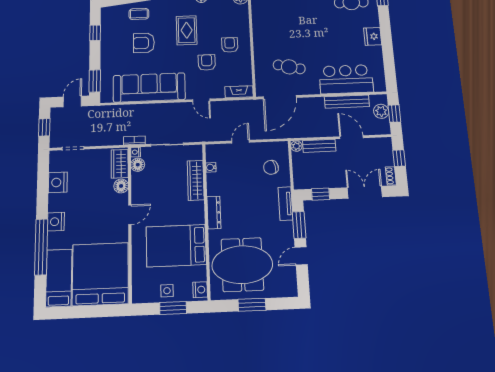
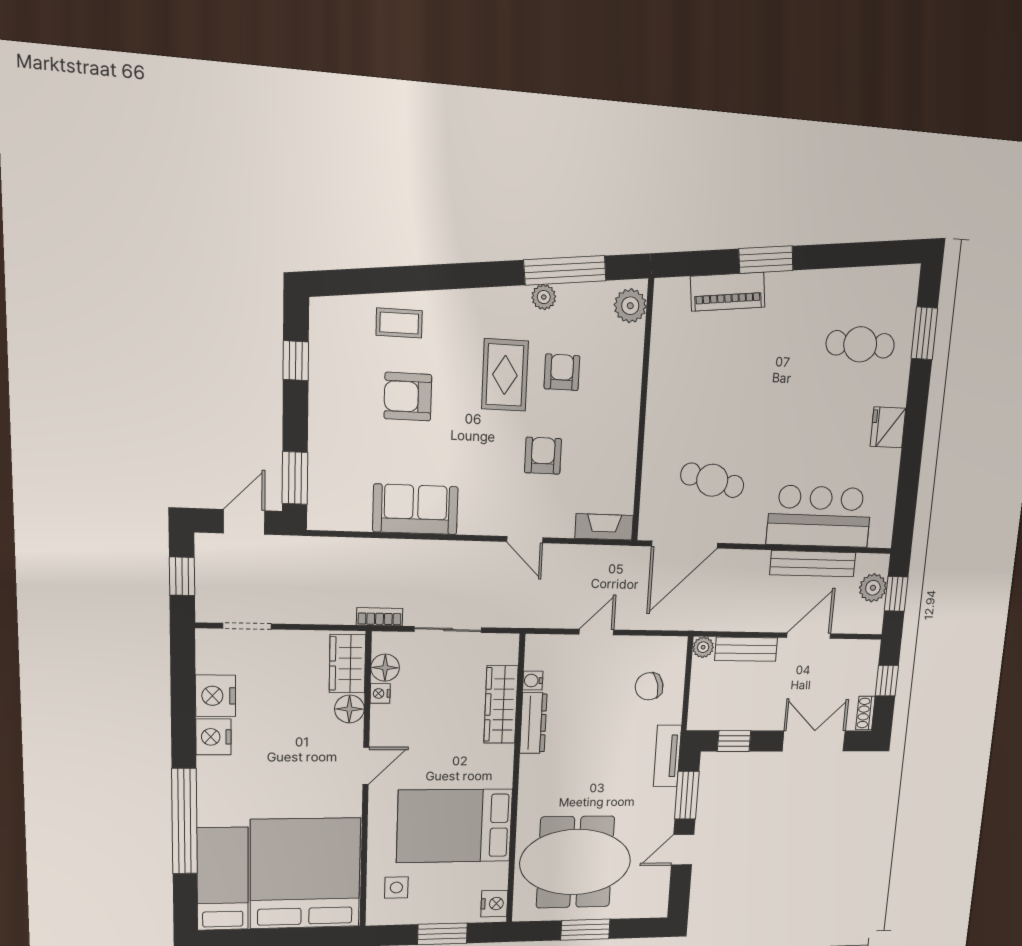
armchair: (230, 45) -> (562, 372), moved
sofa: (149, 87) -> (415, 509), width x0.54, depth x0.79
door: (351, 137) -> (809, 636), hinge flipped
nightstand: (136, 152) -> (380, 693), moved
dresser: (214, 213) -> (533, 723), moved
nightstand: (56, 222) -> (213, 737), moved
side table: (167, 291) -> (396, 888), moved

